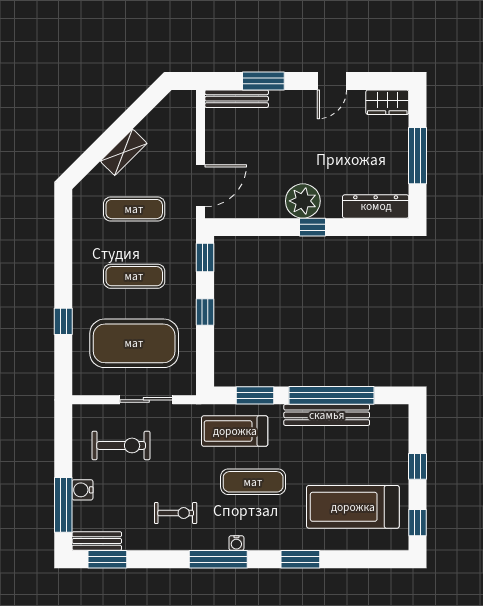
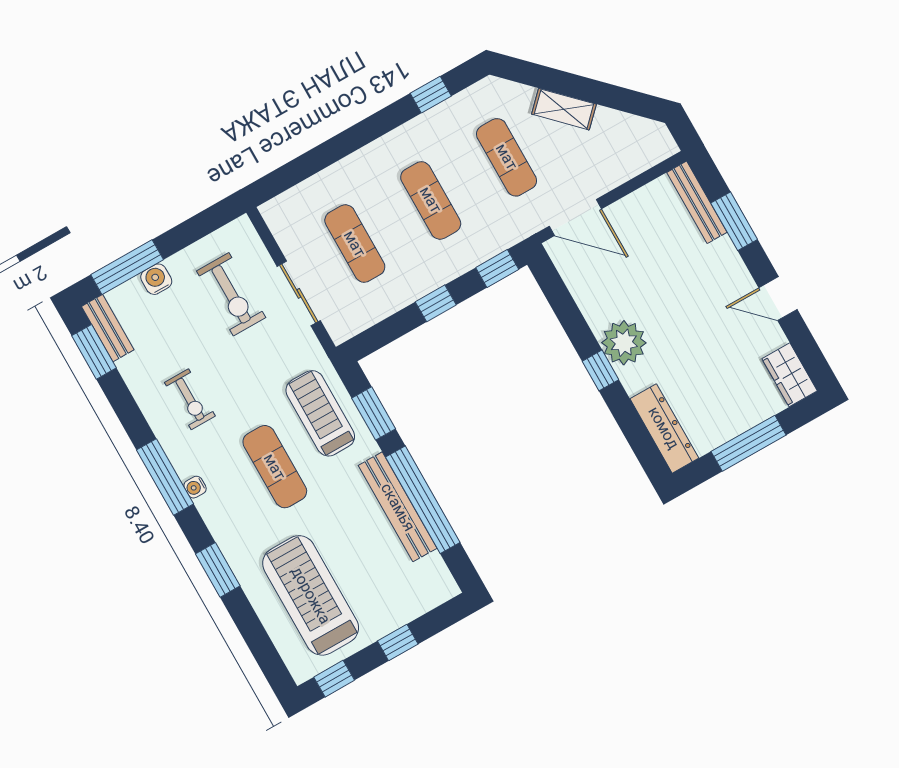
window: (63, 321) -> (431, 95), moved
exercise mat: (134, 343) -> (355, 244), width x0.50, depth x0.69

